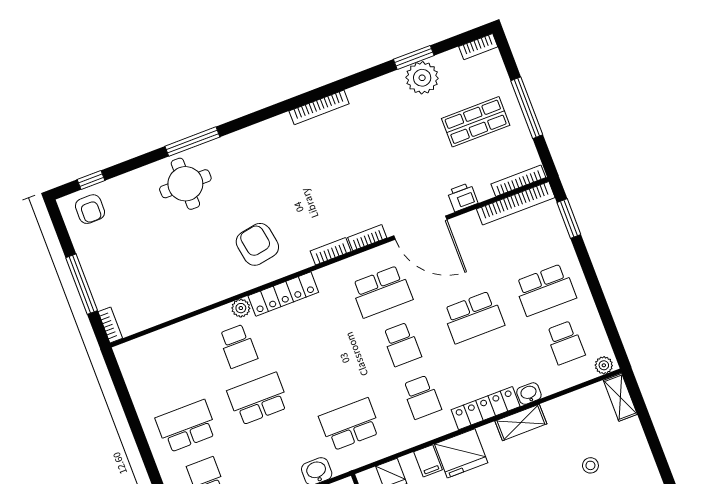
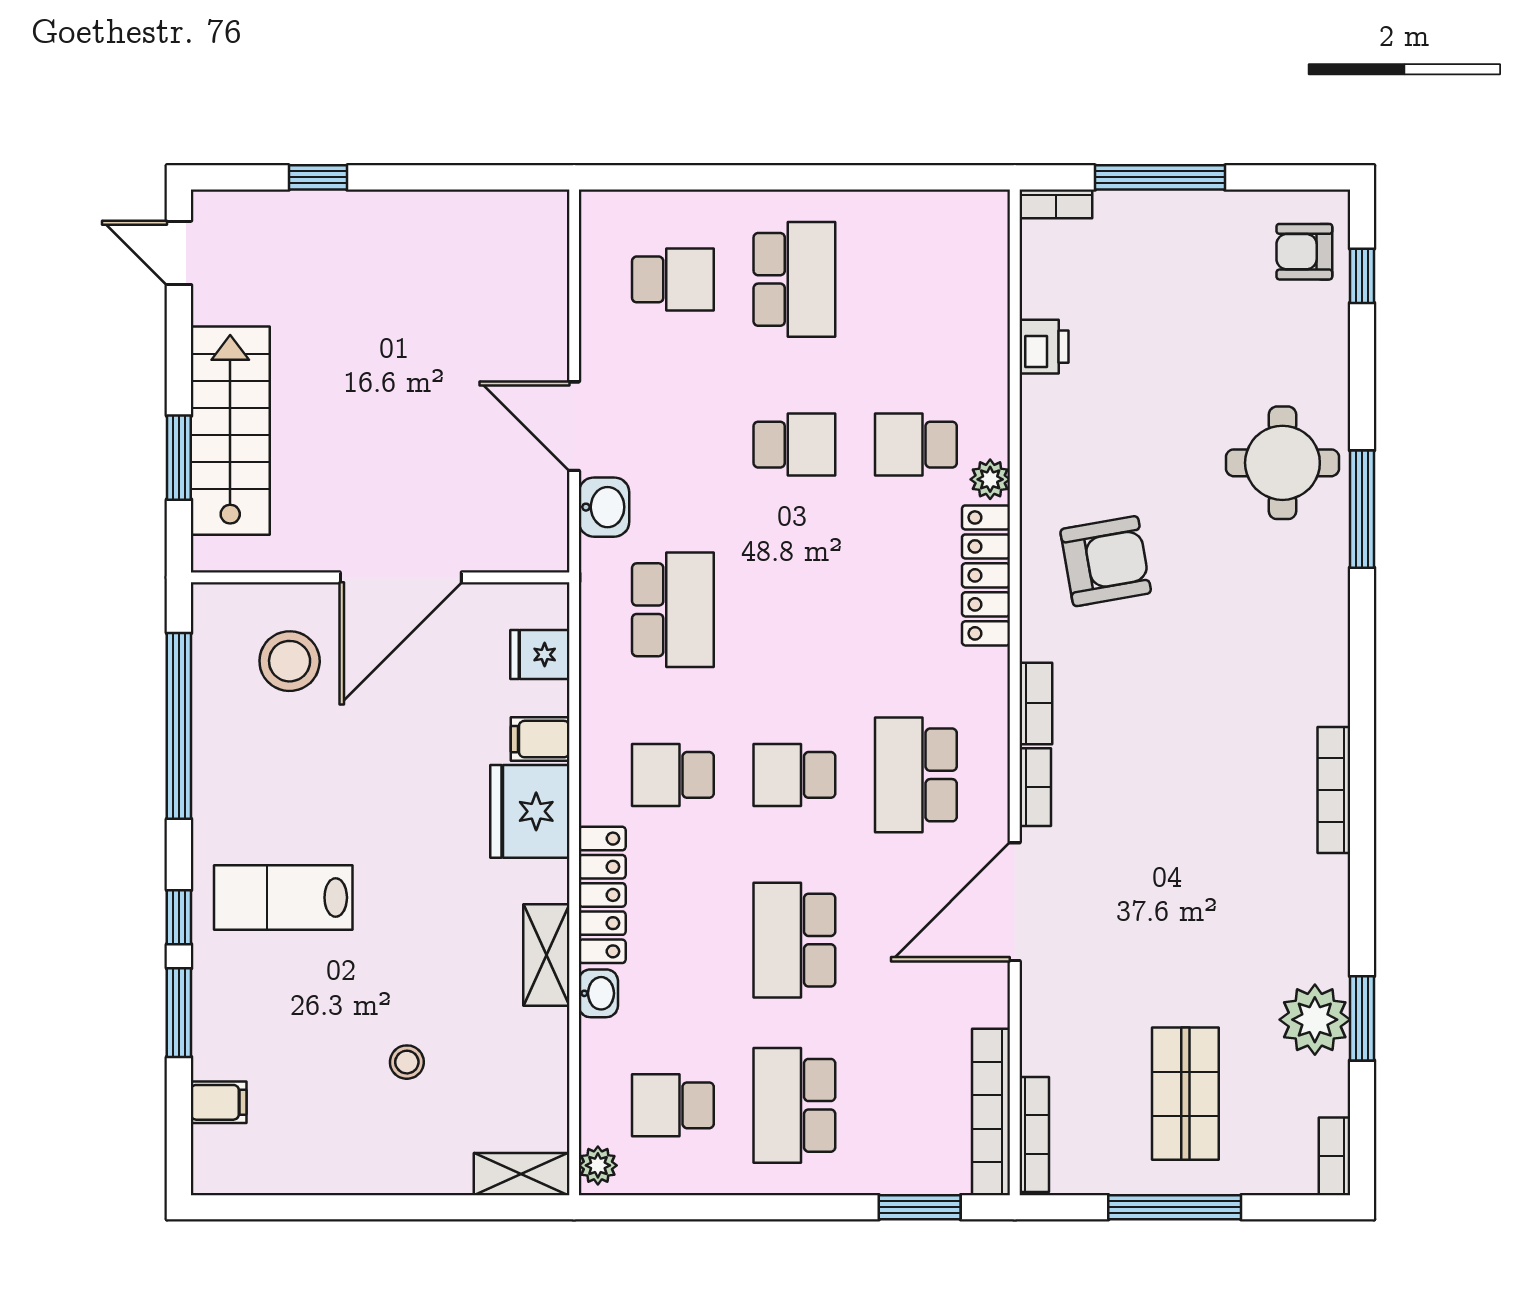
printer: (463, 197) -> (1044, 347), moved
school desk: (258, 399) -> (794, 445), width x0.54

